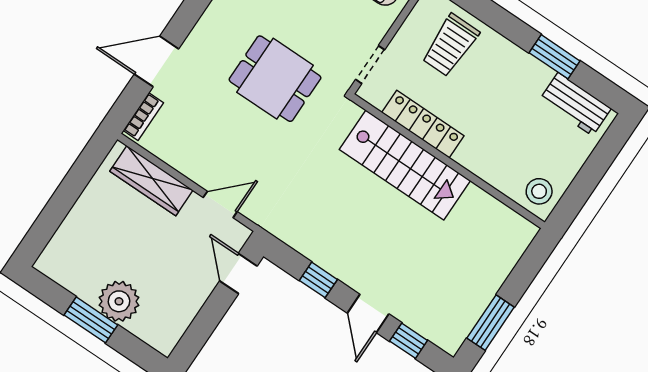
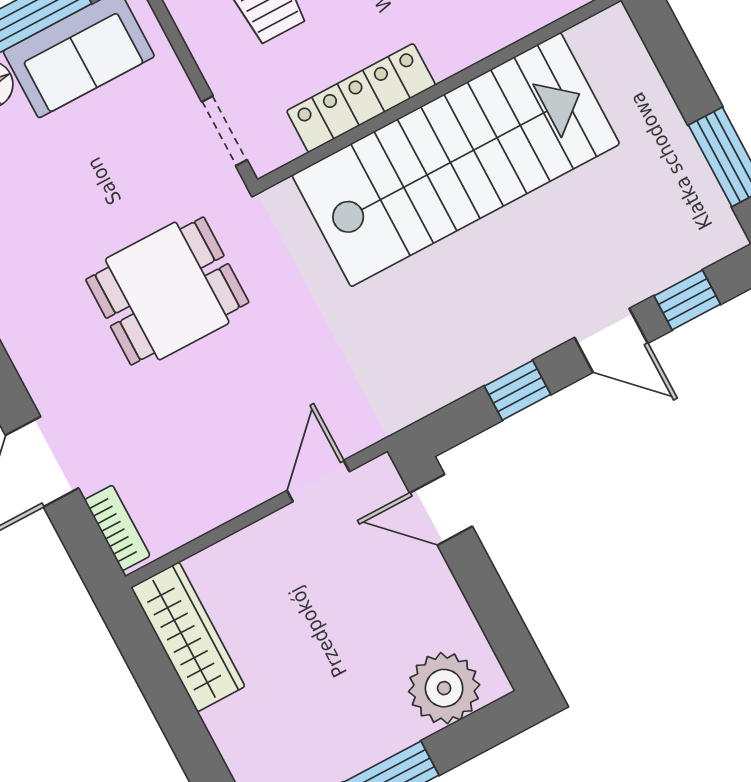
stairs: (405, 165) -> (456, 160), width x1.36, depth x1.51
wardrobe: (151, 181) -> (188, 637), moved, turned -90
plant: (119, 301) -> (444, 688), moved

